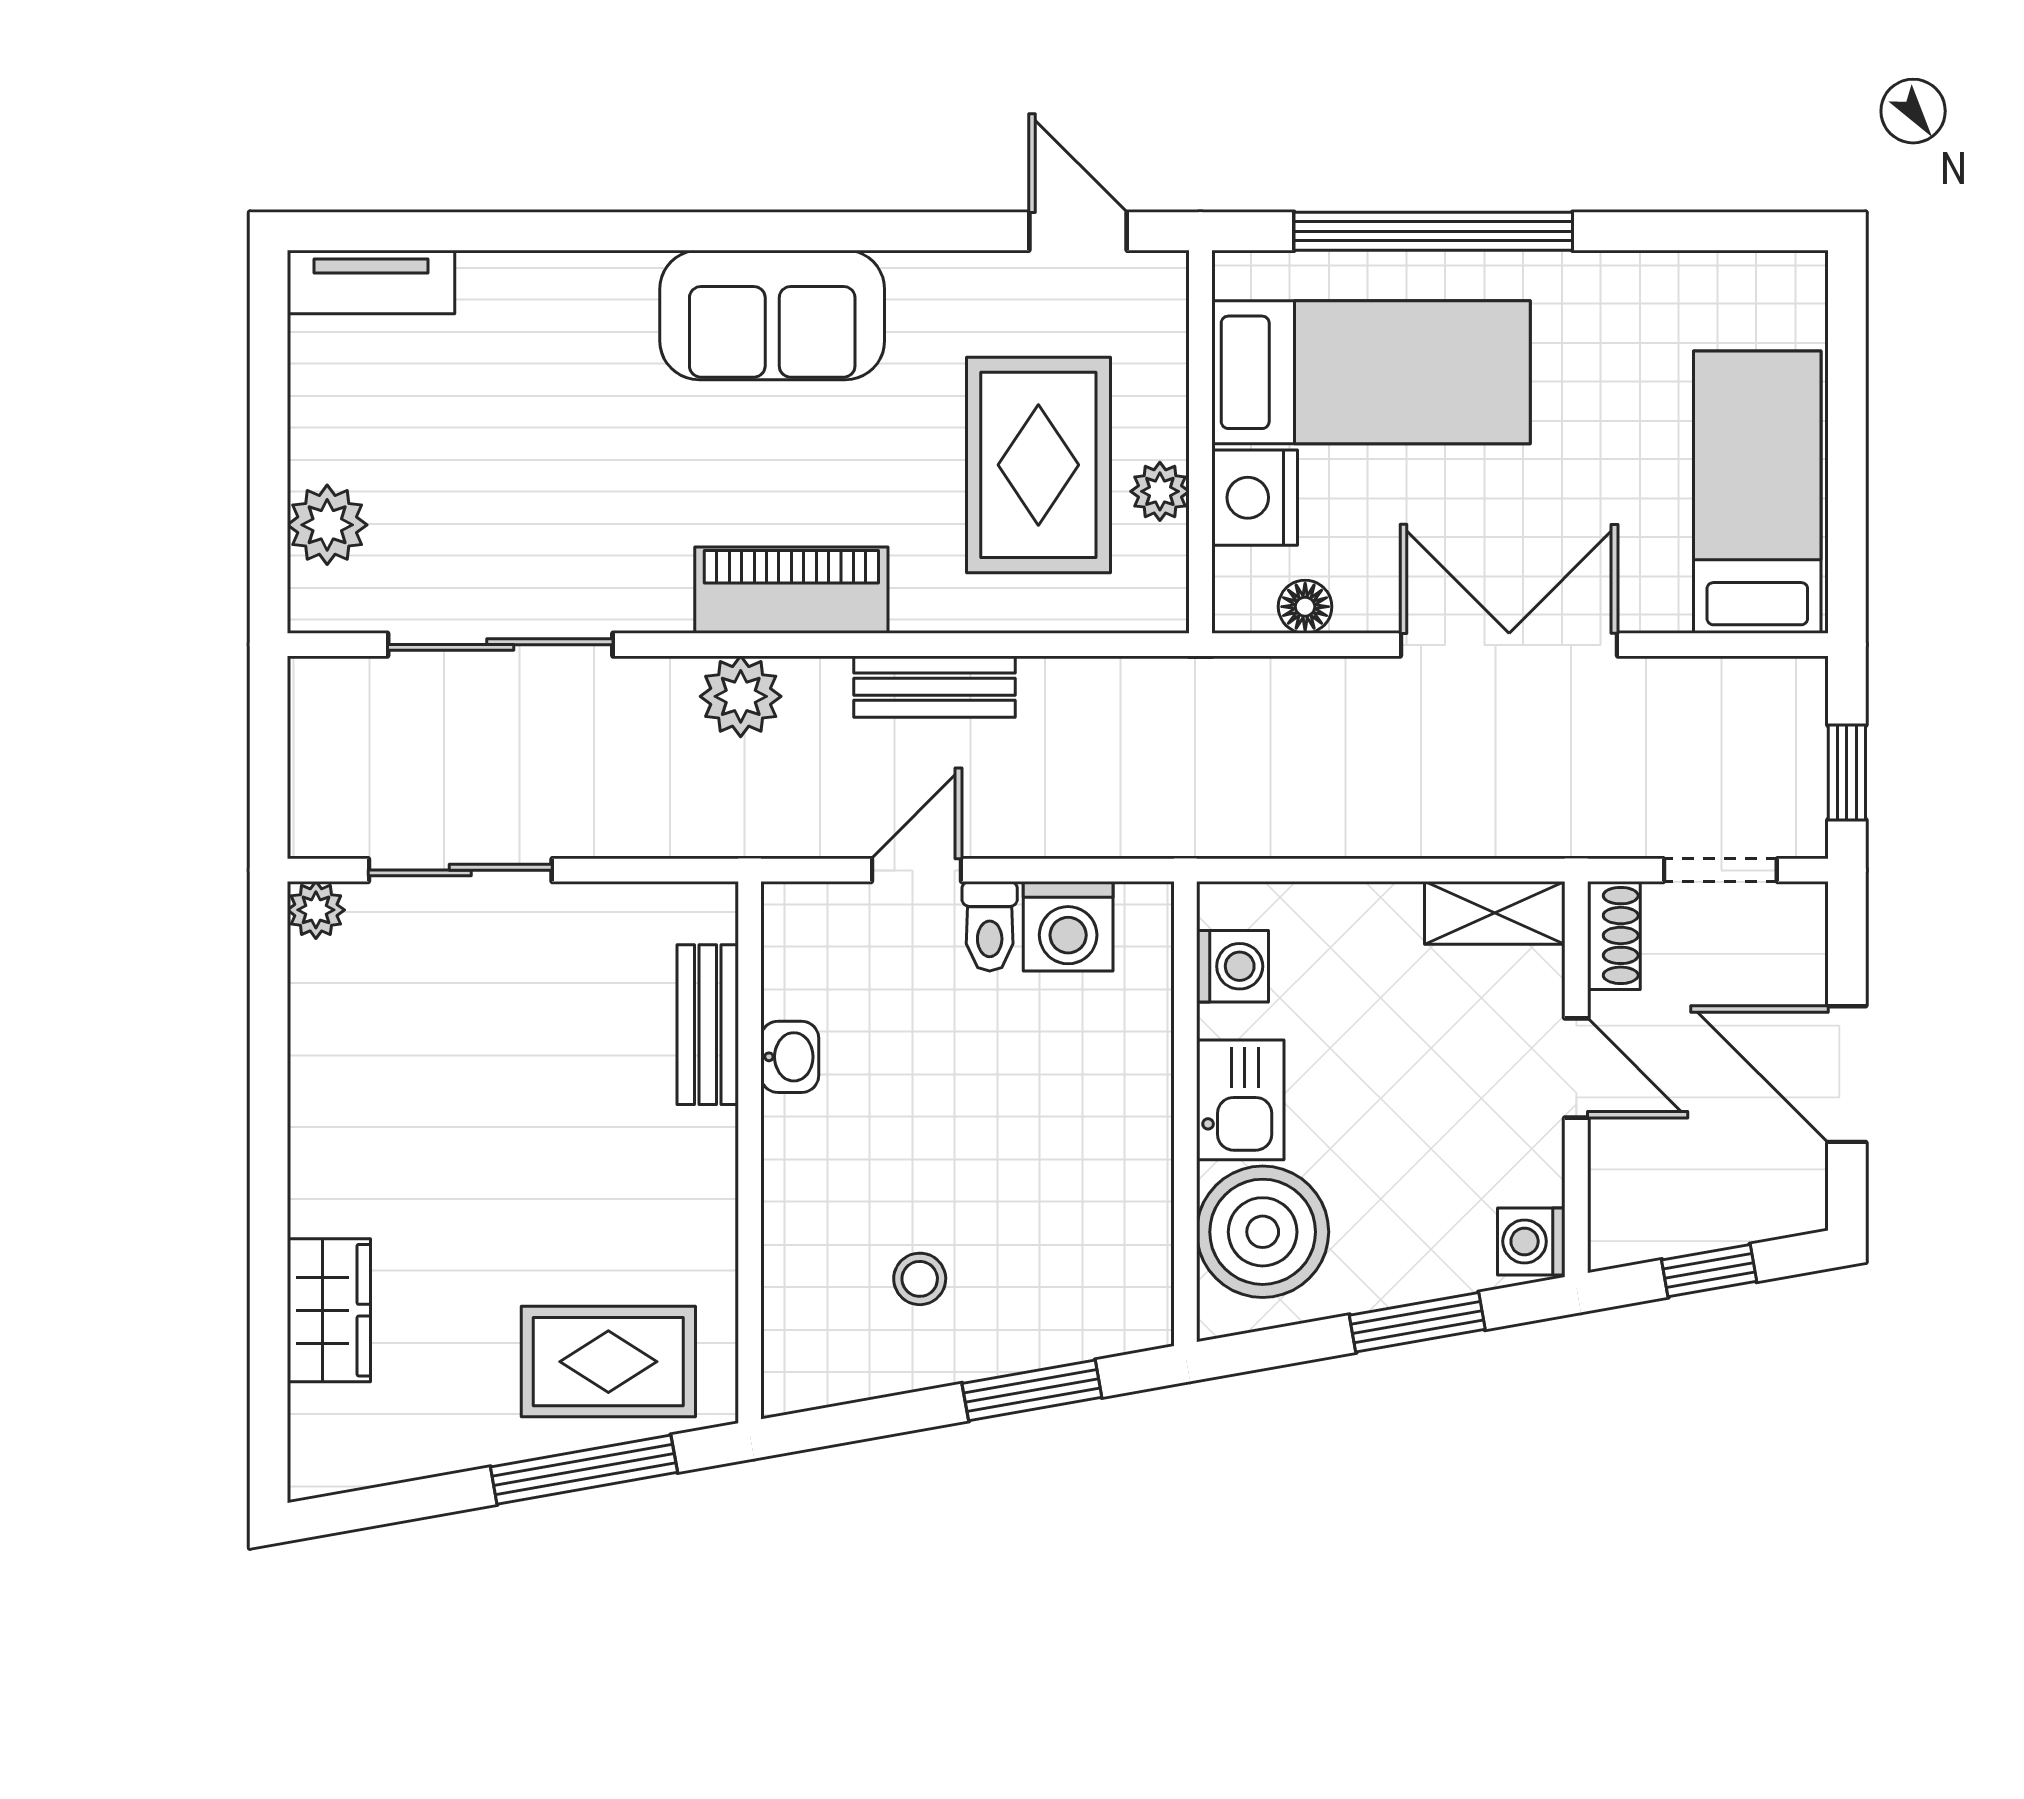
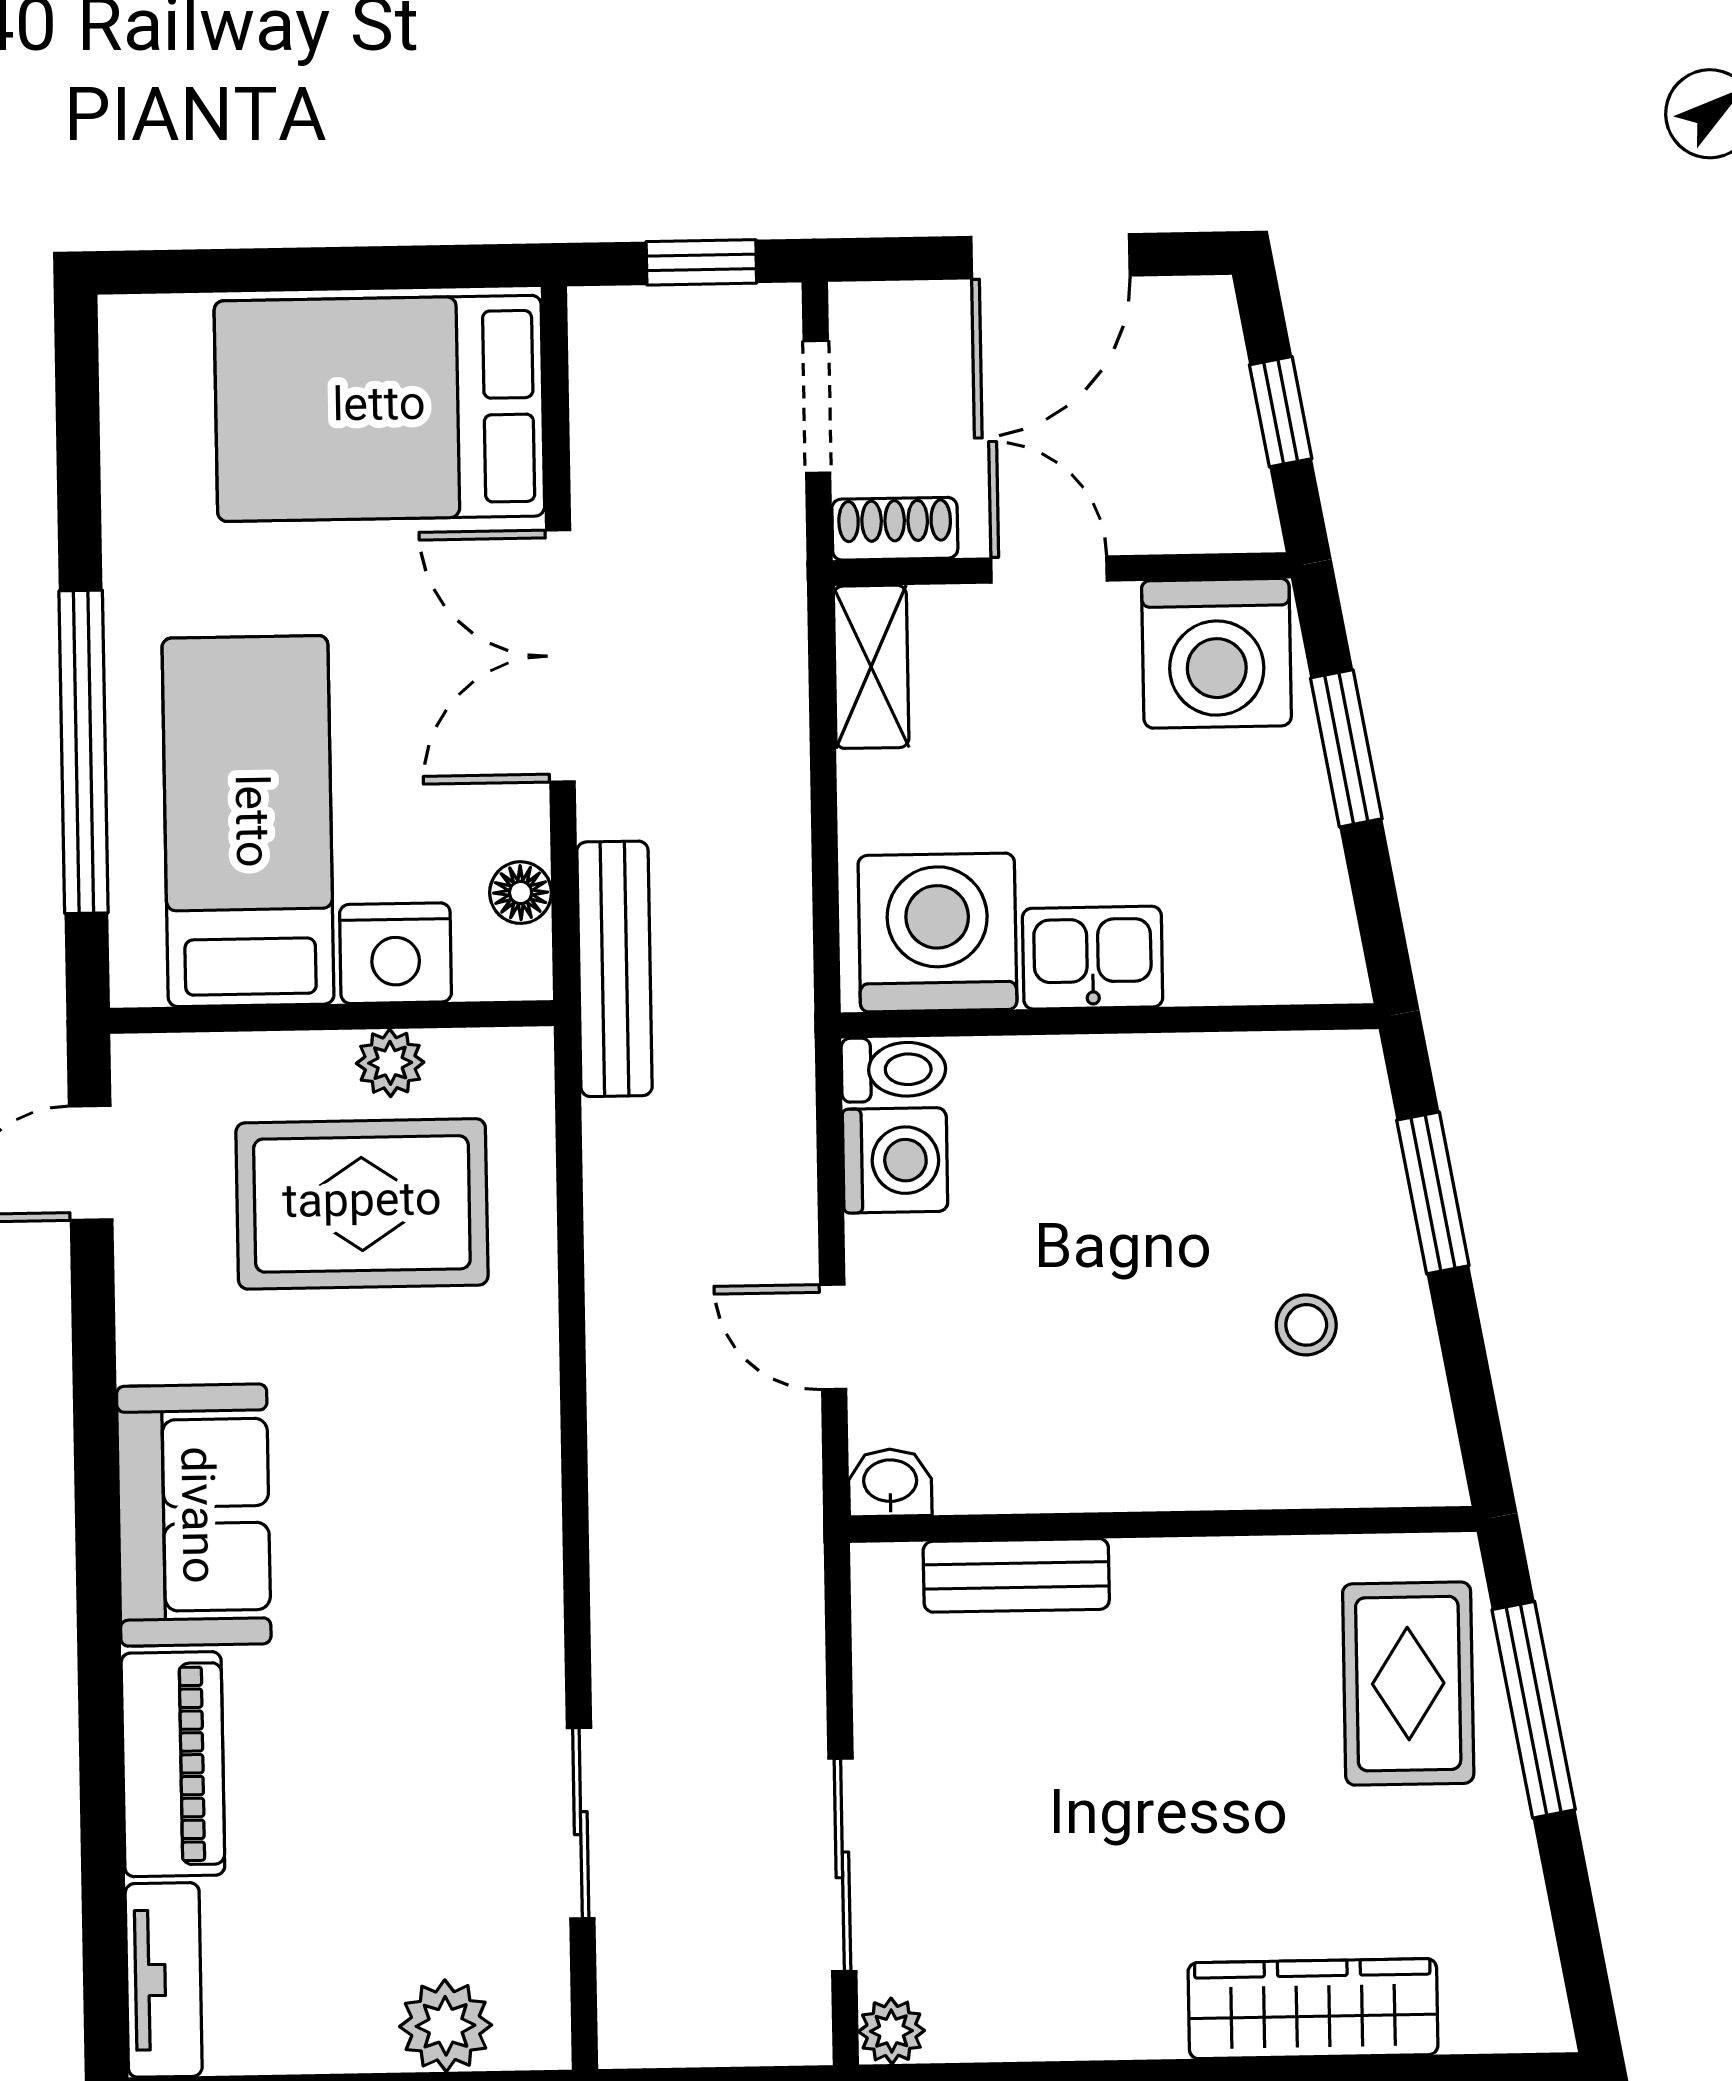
bed: (1757, 492) -> (379, 408), width x1.50
piano: (791, 590) -> (173, 1764), moved, turned 180
sliding door: (500, 645) -> (581, 1823), width x0.73
bench: (934, 687) -> (614, 969), moved, width x1.36
plant: (741, 696) -> (636, 1544), removed
toilet: (990, 926) -> (894, 1070), moved
washing machine: (1233, 966) -> (937, 932), width x1.89, depth x1.89
washbasin: (790, 1057) -> (890, 1483), moved
door: (1576, 1068) -> (1049, 569), hinge flipped
boiler: (1263, 1232) -> (1245, 929), removed
washing machine: (1531, 1241) -> (1216, 653), width x1.89, depth x1.89
wardrobe: (329, 1310) -> (1313, 2009), width x1.50

